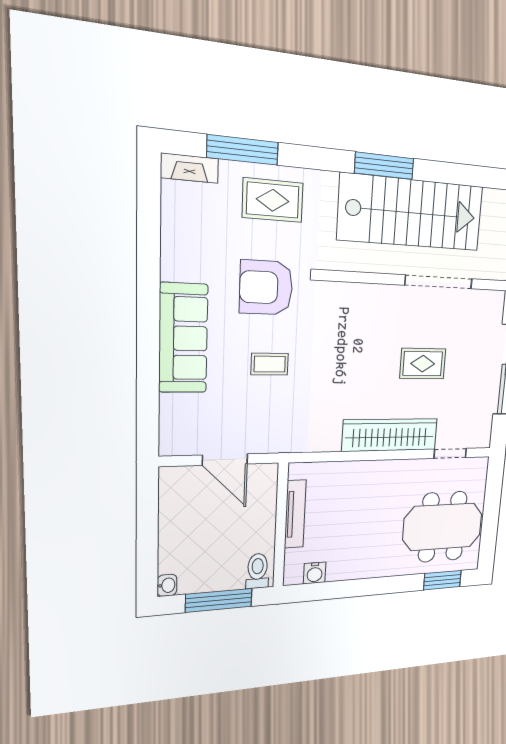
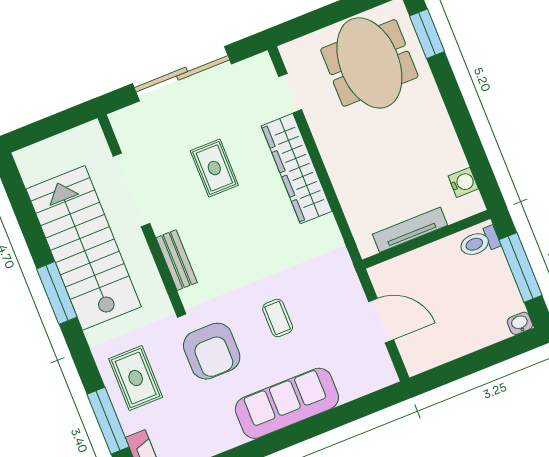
bench: (363, 294) -> (177, 260), added
door: (225, 460) -> (381, 321), hinge flipped

